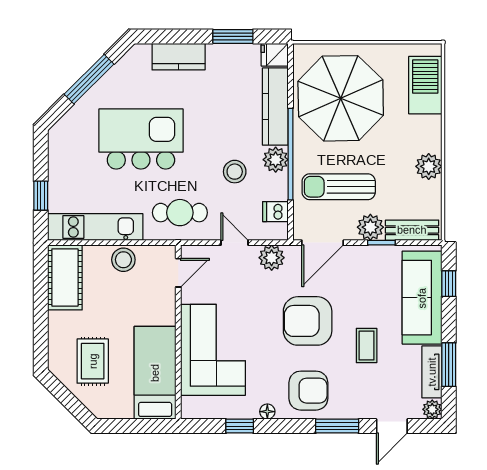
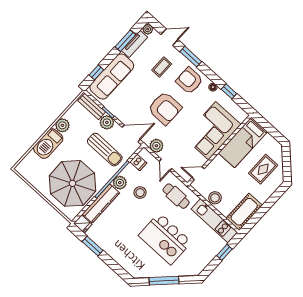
kitchen counter: (179, 57) -> (121, 258), removed
barbecue: (425, 85) -> (48, 144), moved
coffee table: (367, 345) -> (162, 67), moved

